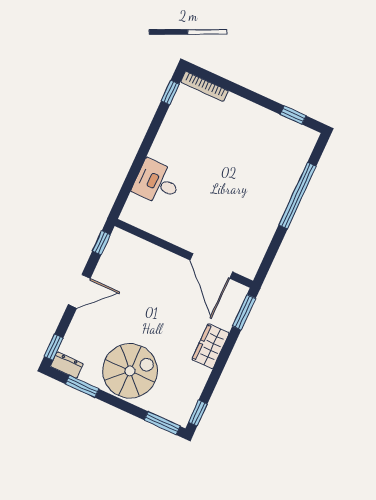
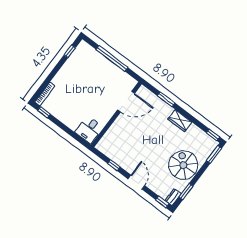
wall: (184, 253) -> (116, 114), moved
door: (211, 266) -> (126, 102), moved

